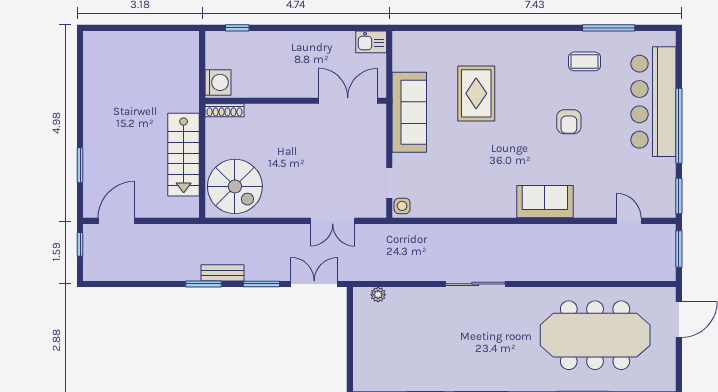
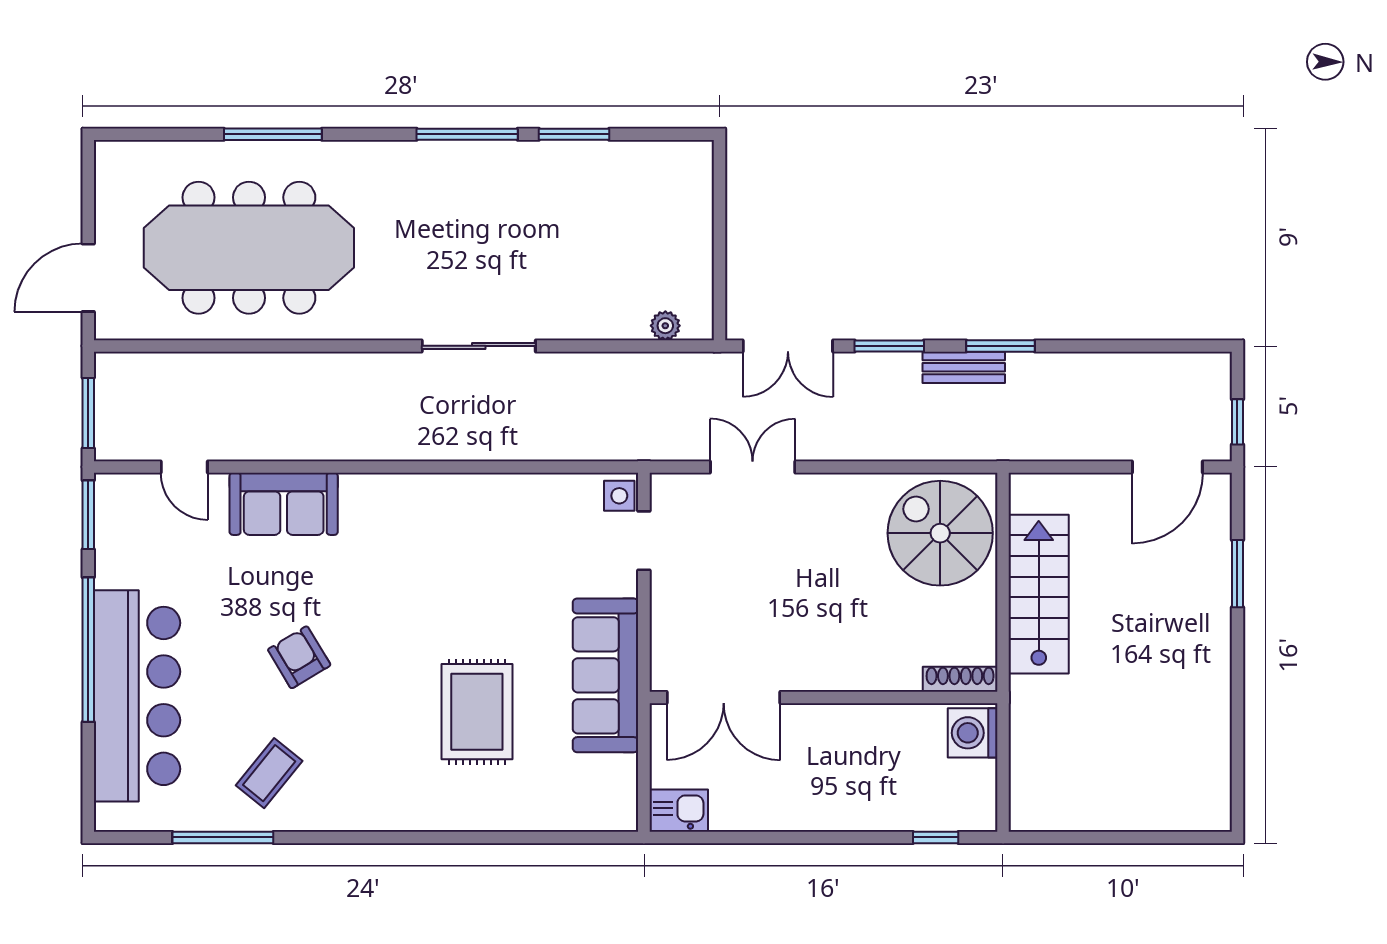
coffee table: (585, 61) -> (269, 773), turned -51
armchair: (569, 122) -> (299, 657), turned -31
sofa: (545, 202) -> (284, 504), moved

